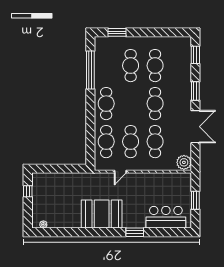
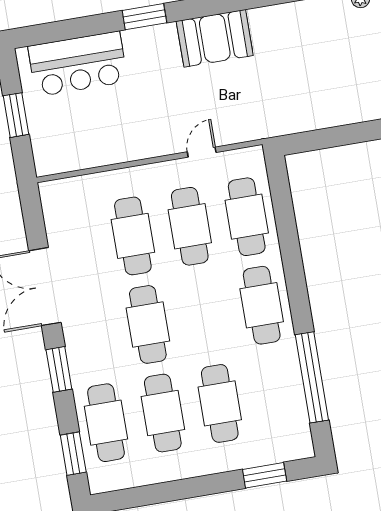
cafe table: (179, 66) -> (106, 423), added
plant: (184, 162) -> (57, 199), removed
booth: (102, 214) -> (215, 38), width x0.73, depth x0.70

